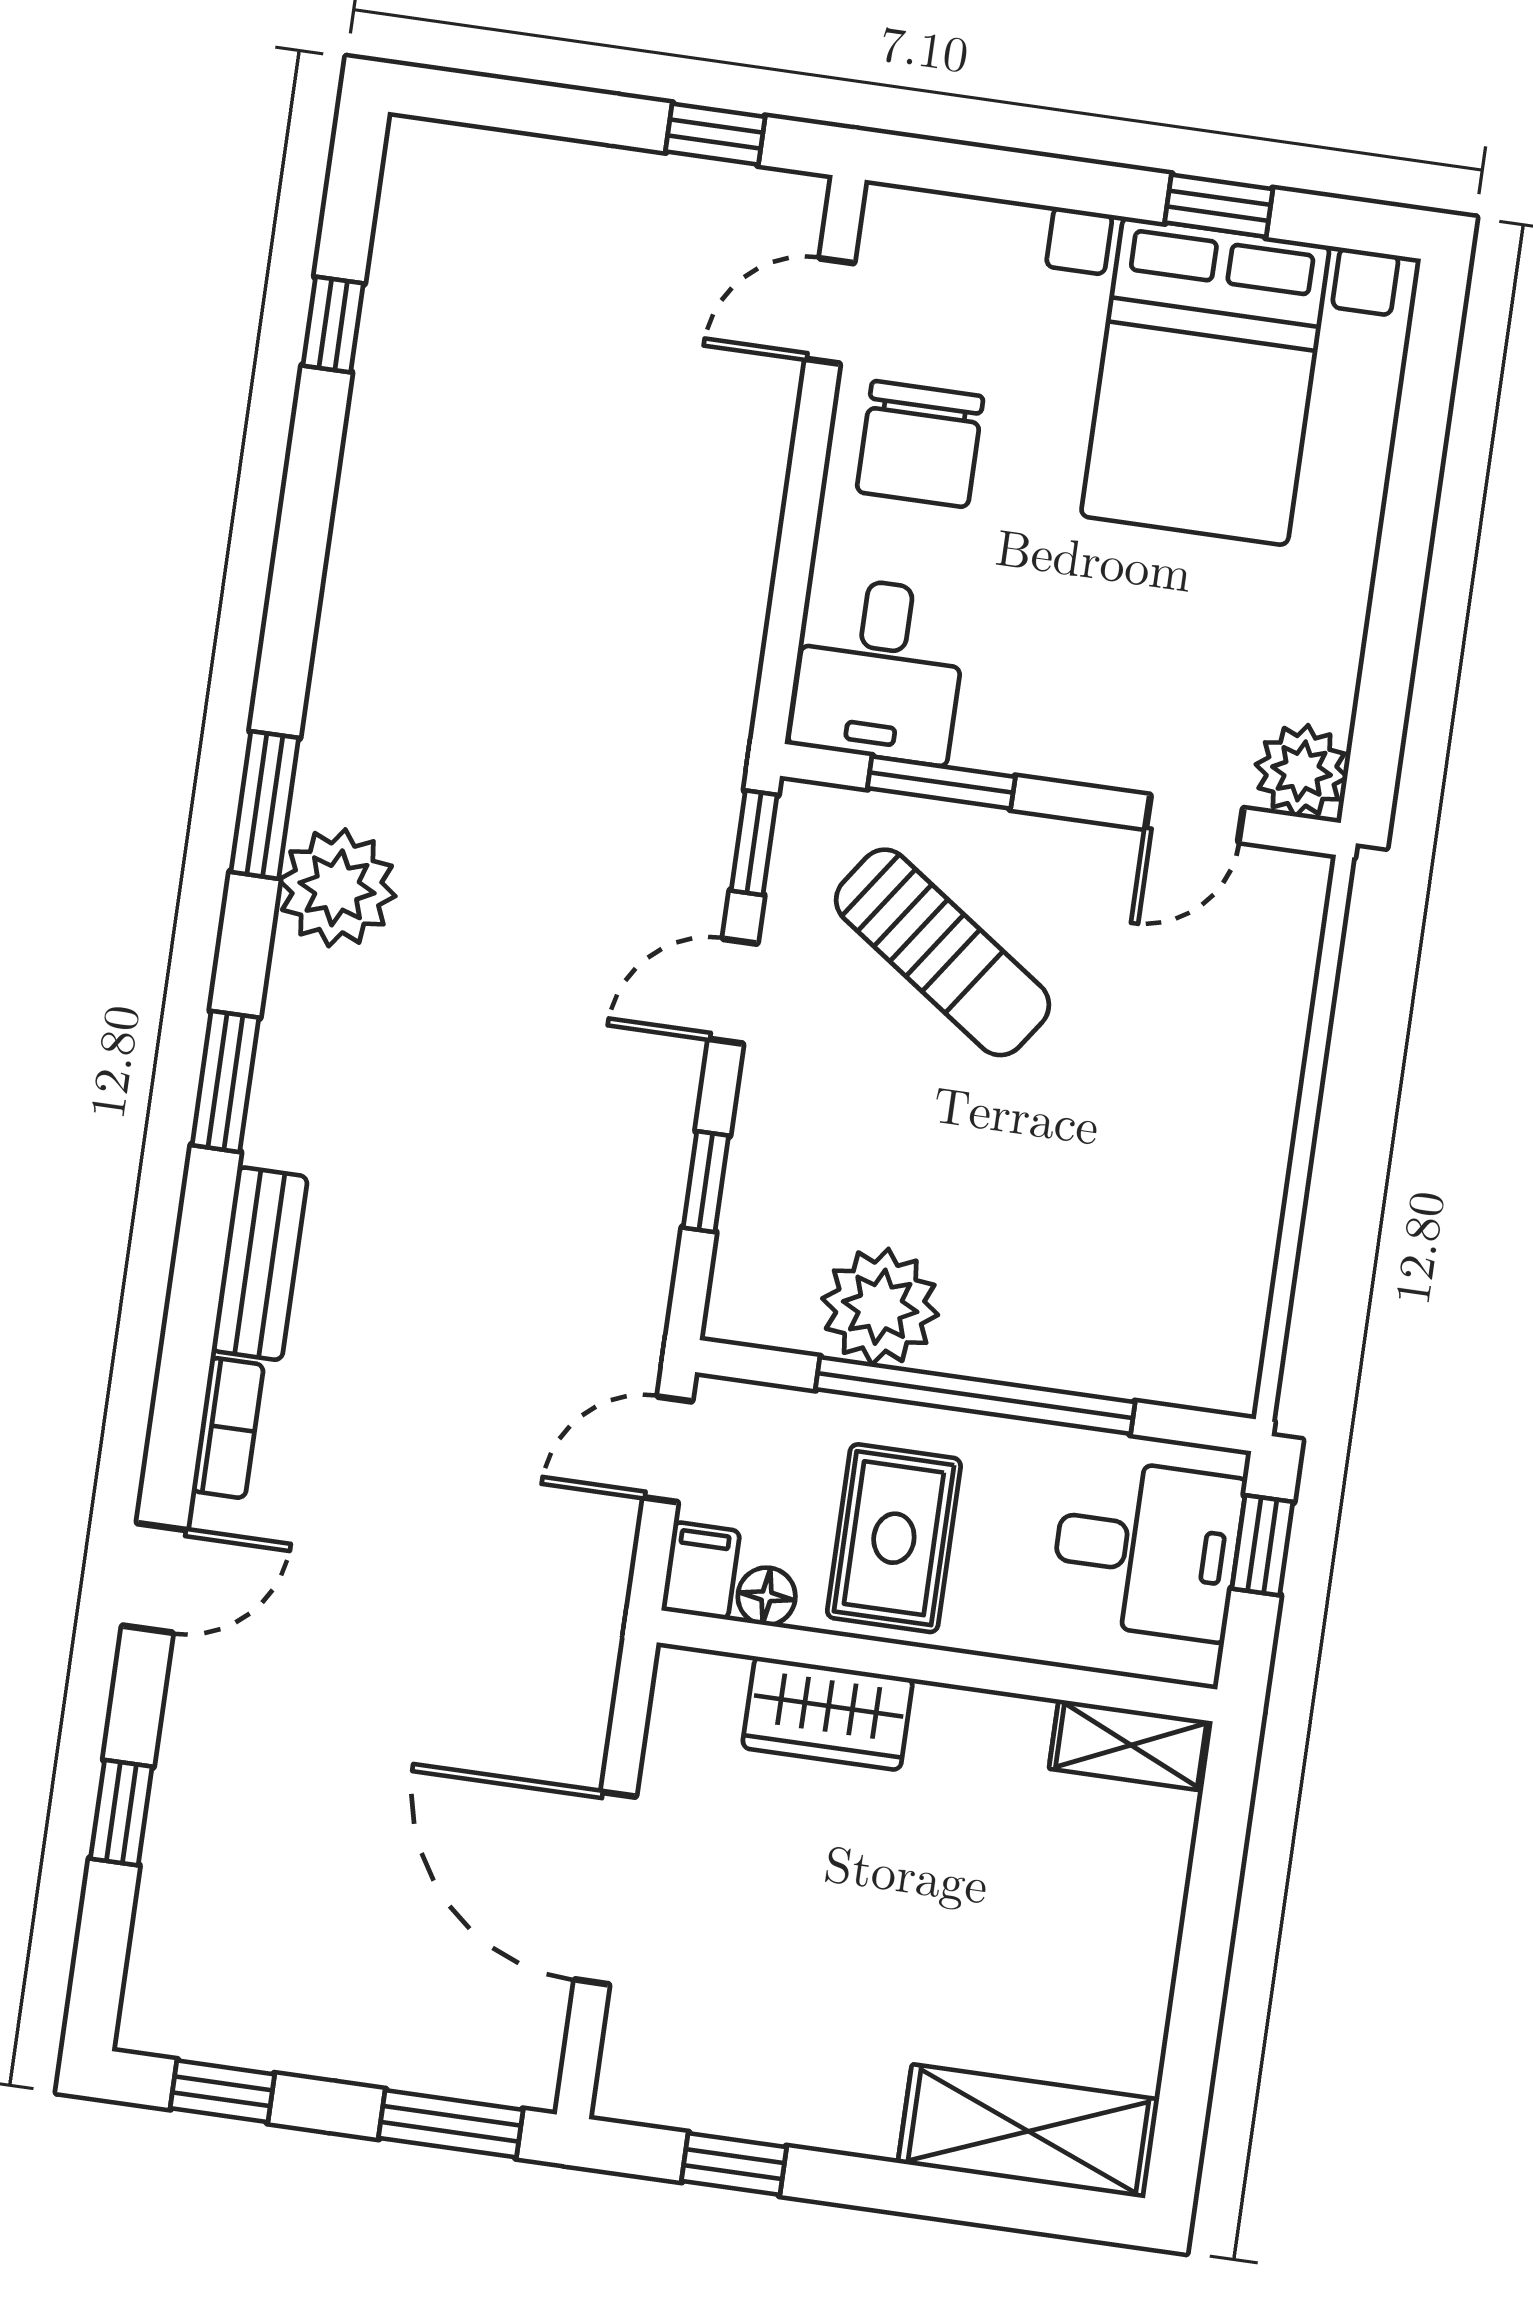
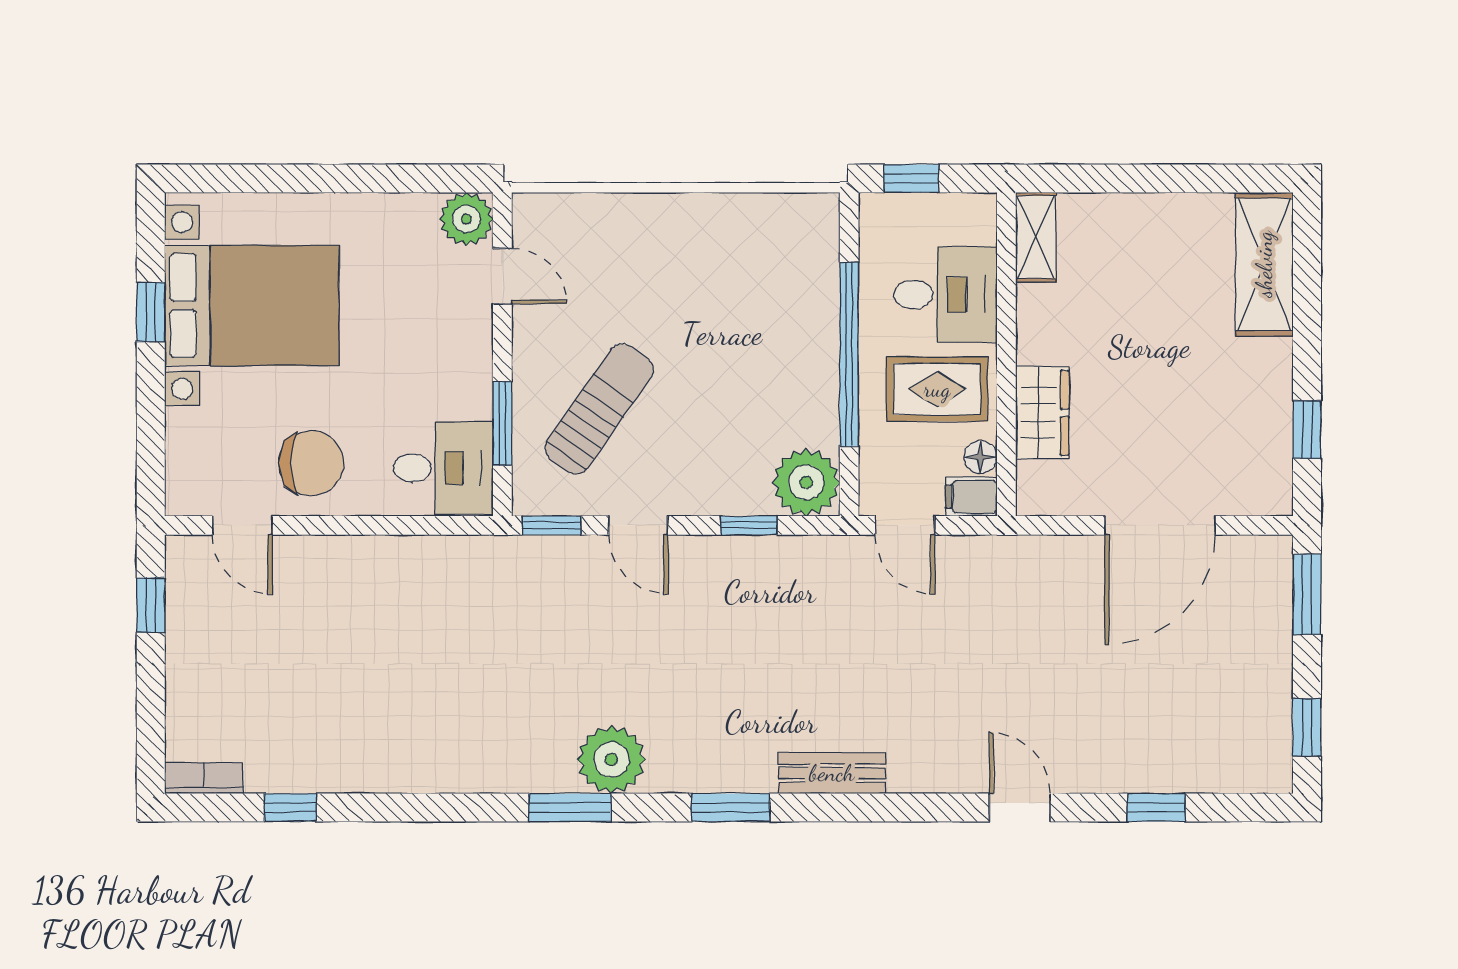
plant: (880, 1307) -> (806, 482), moved
bookcase: (228, 1428) -> (204, 778), moved
desk: (1147, 1549) -> (946, 295), moved, turned 90

